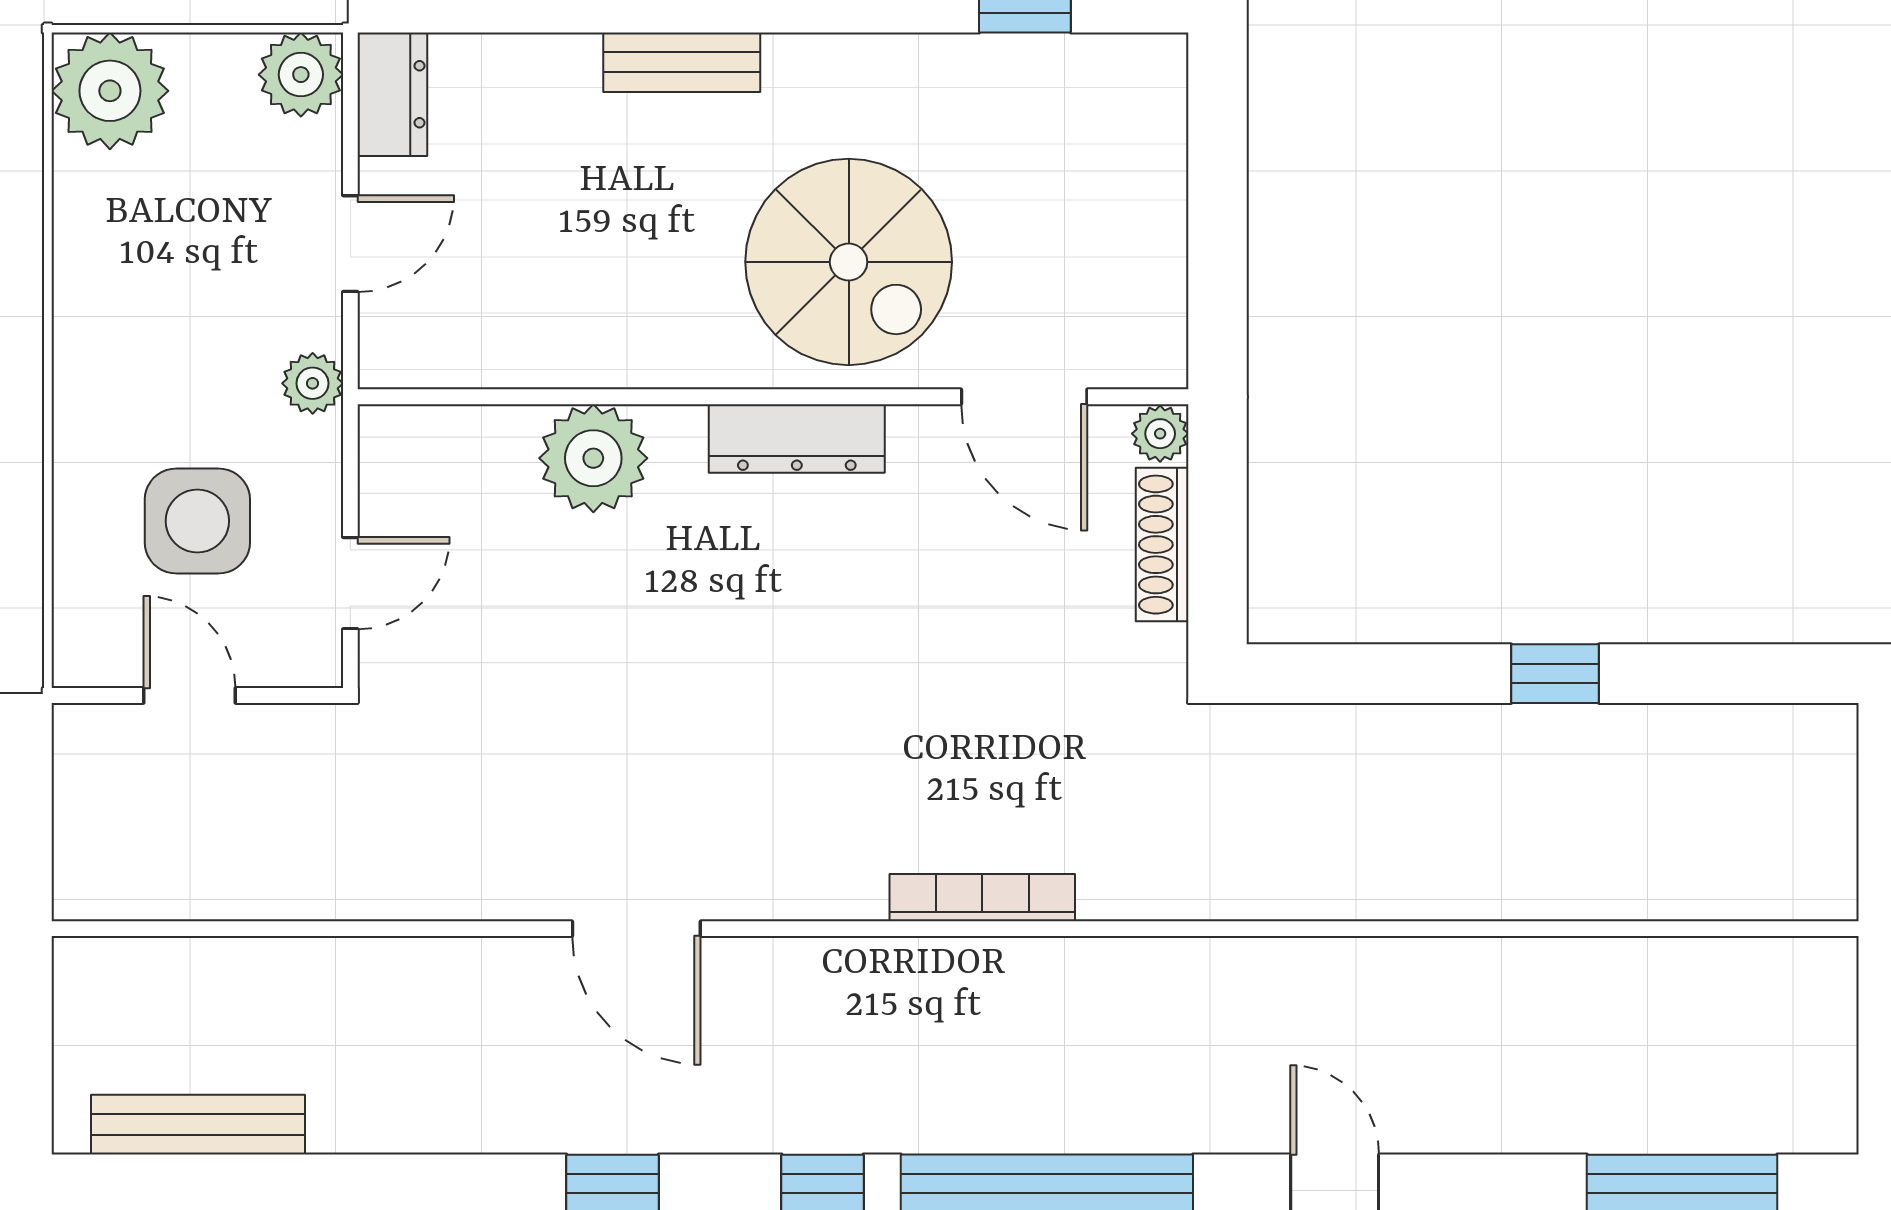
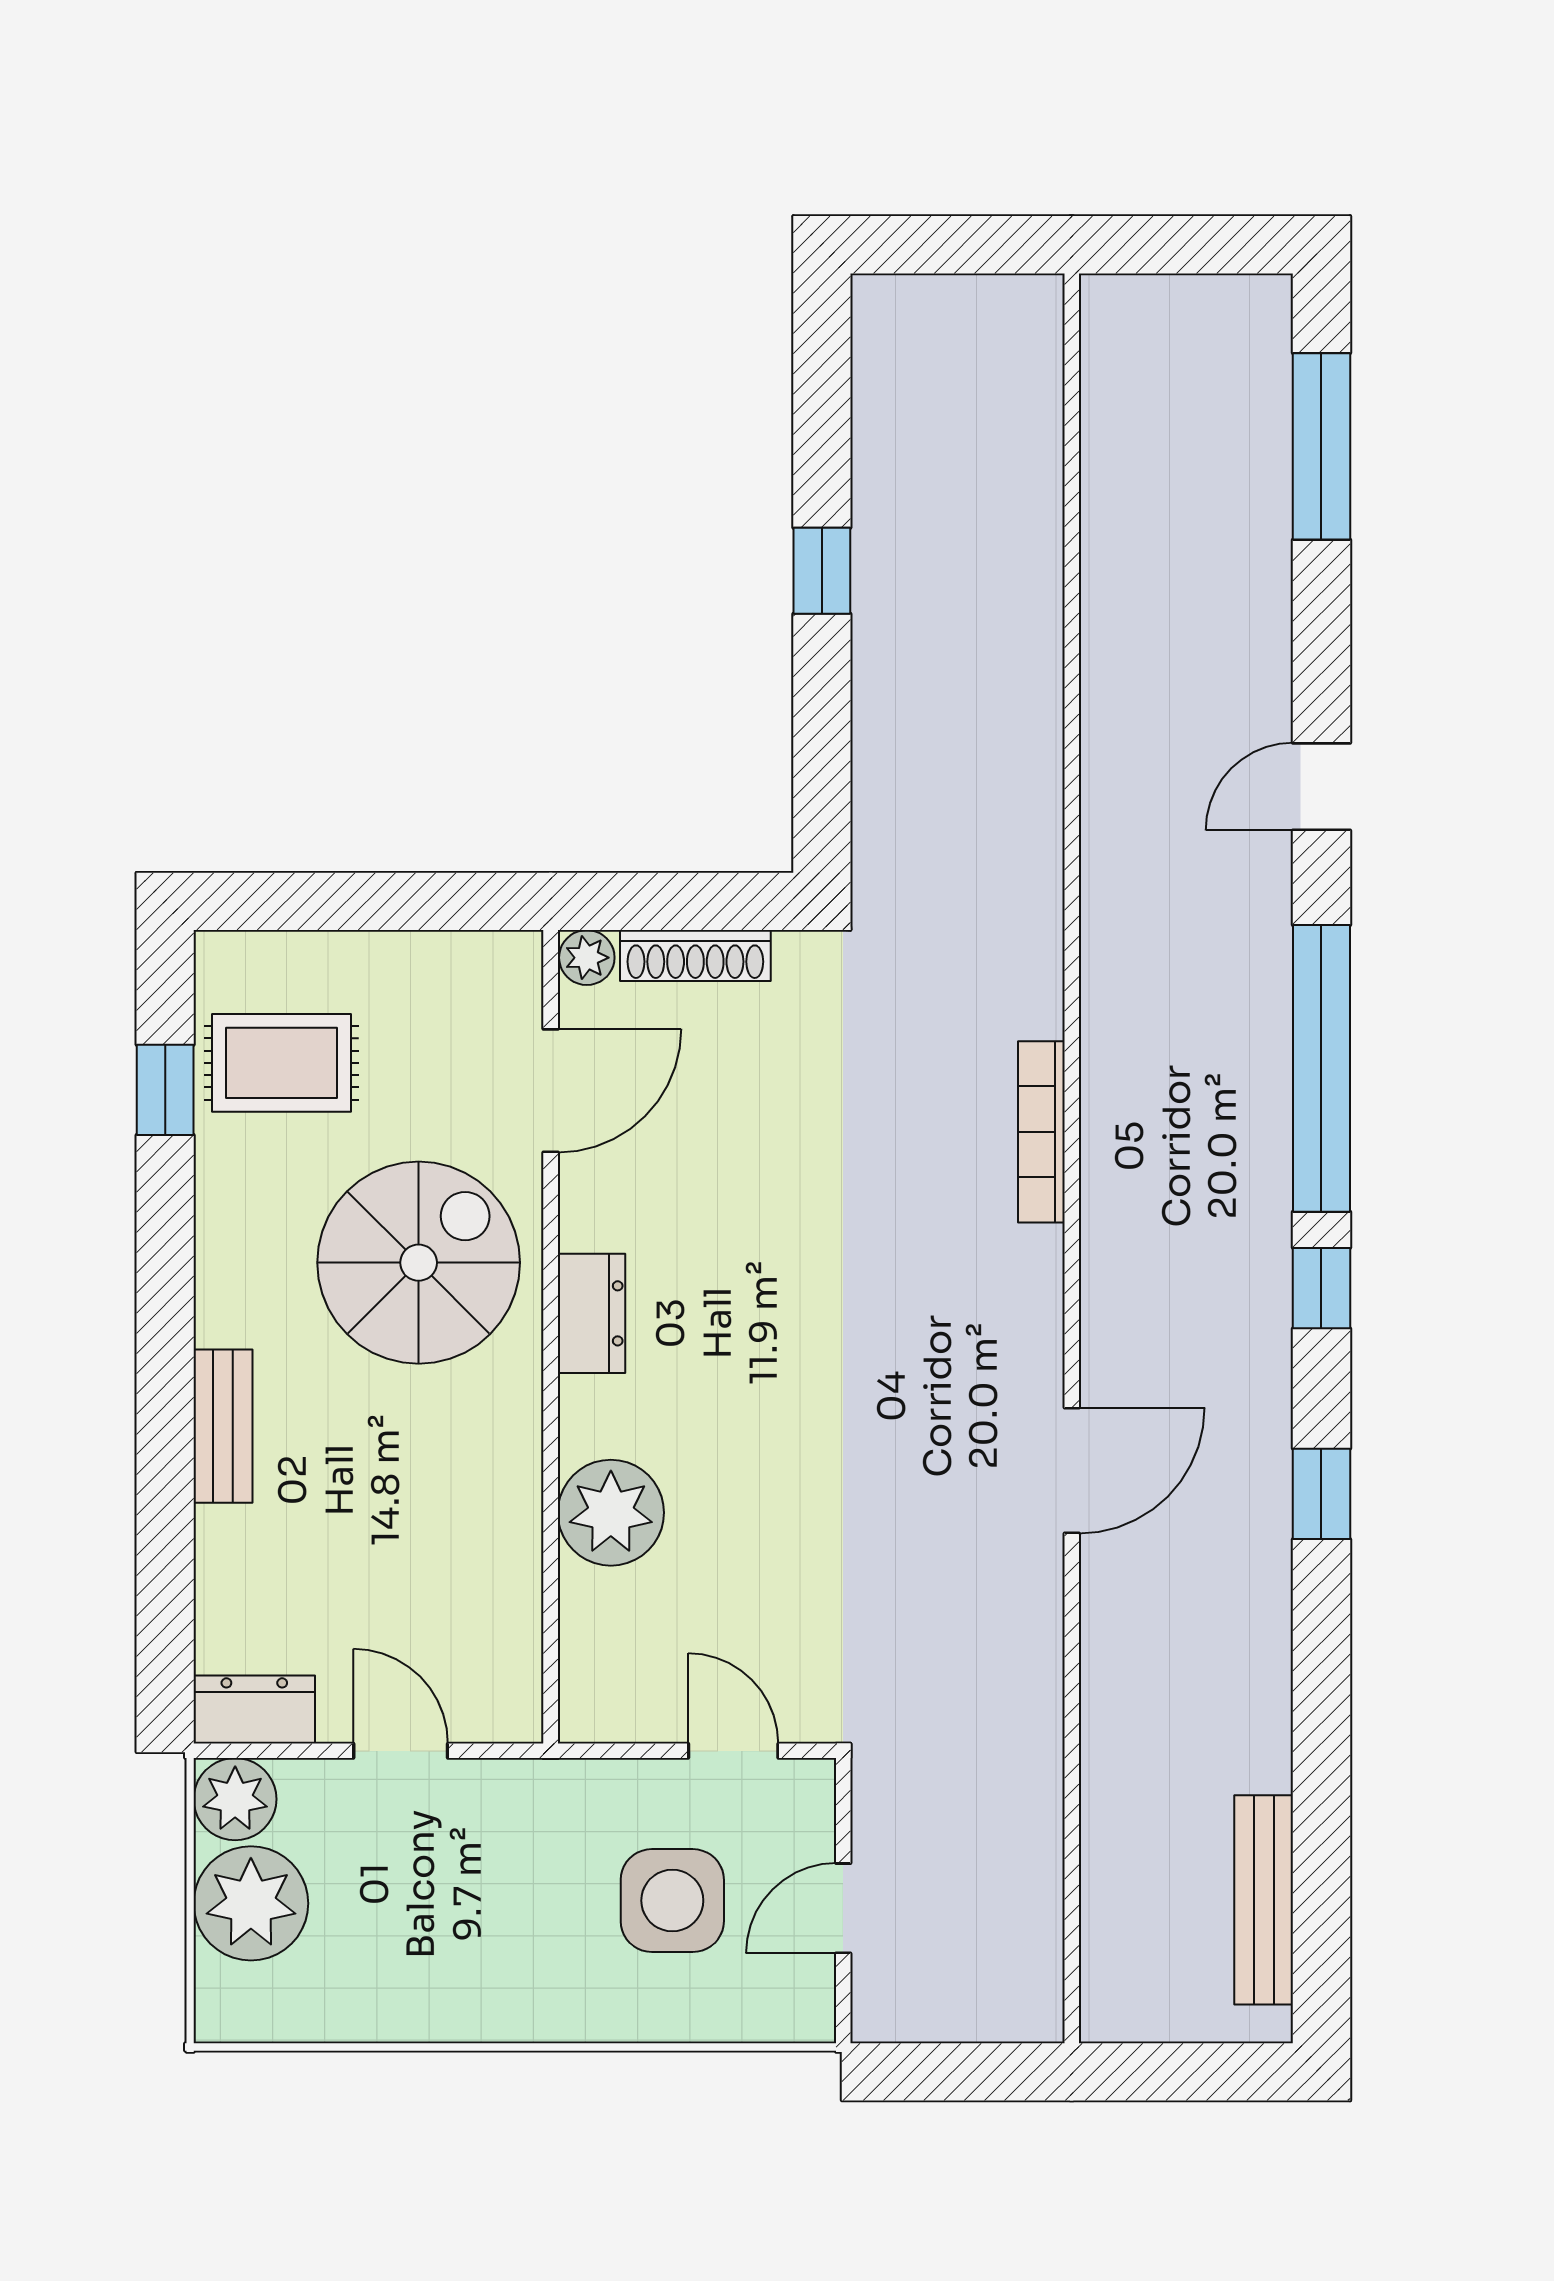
plant: (110, 91) -> (251, 1903), moved
rug: (1053, 122) -> (282, 1063), added
plant: (313, 383) -> (537, 1788), removed
dresser: (797, 438) -> (591, 1313), width x0.70

